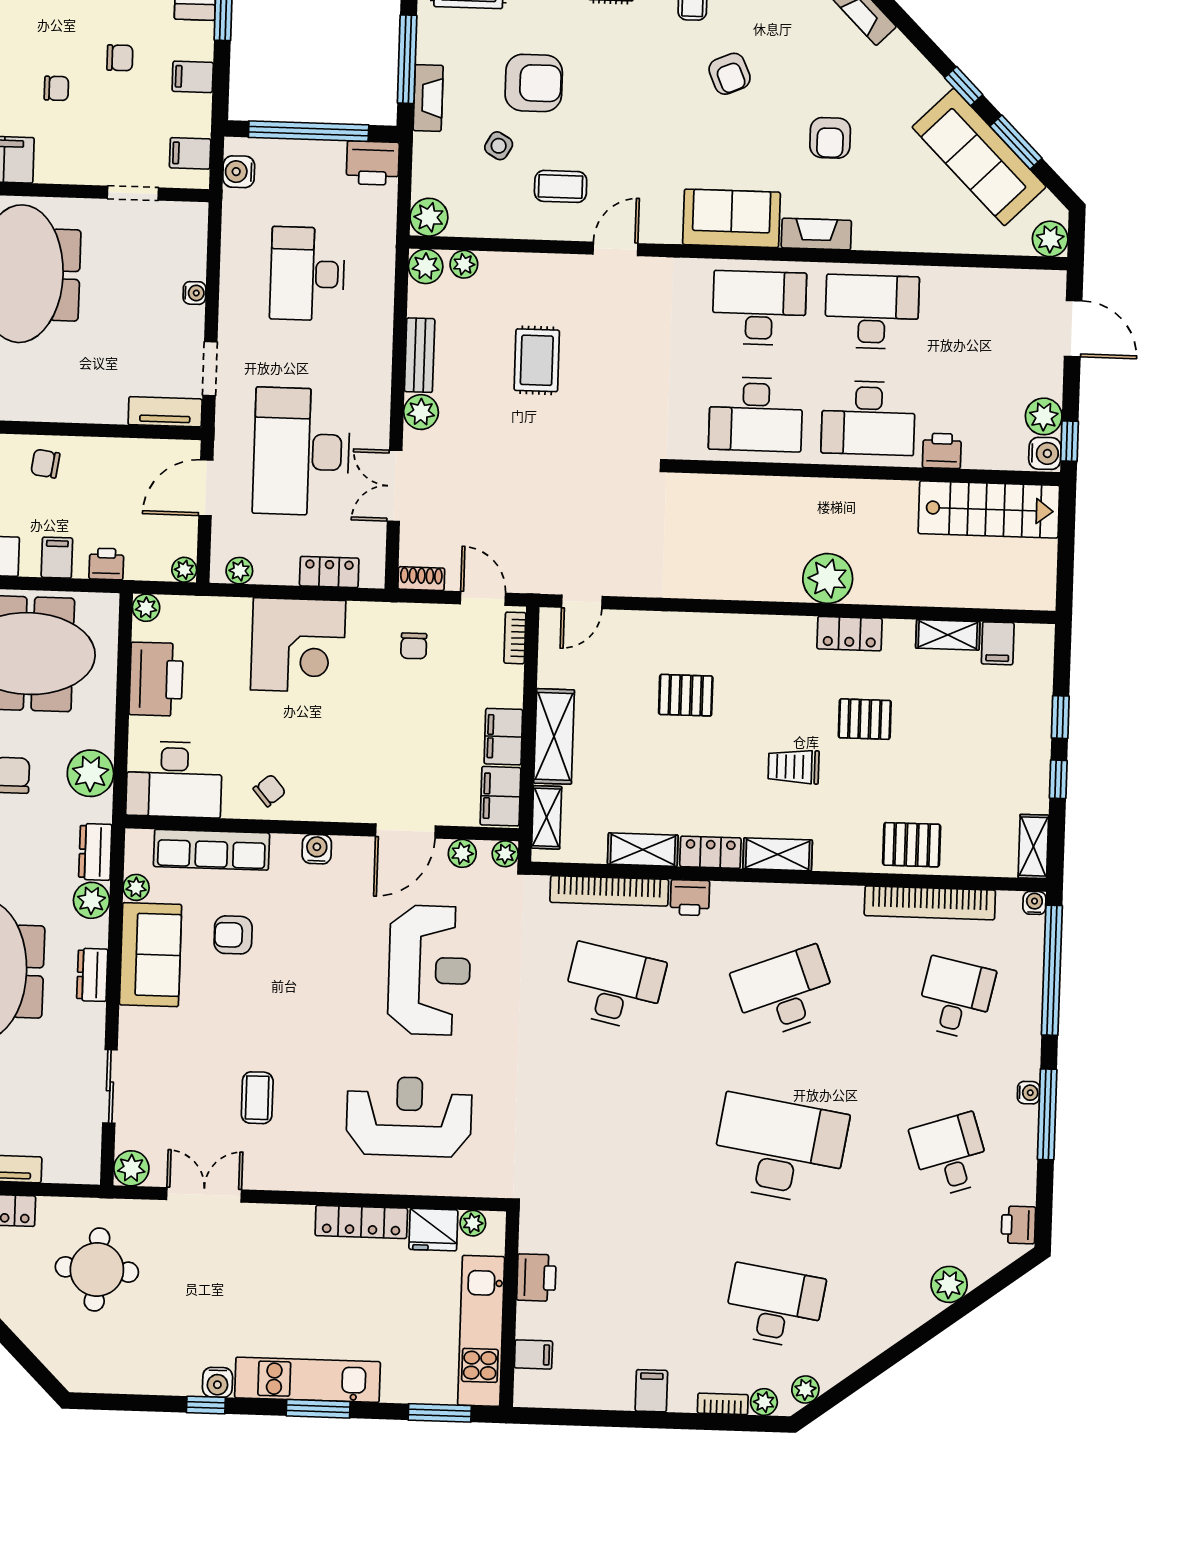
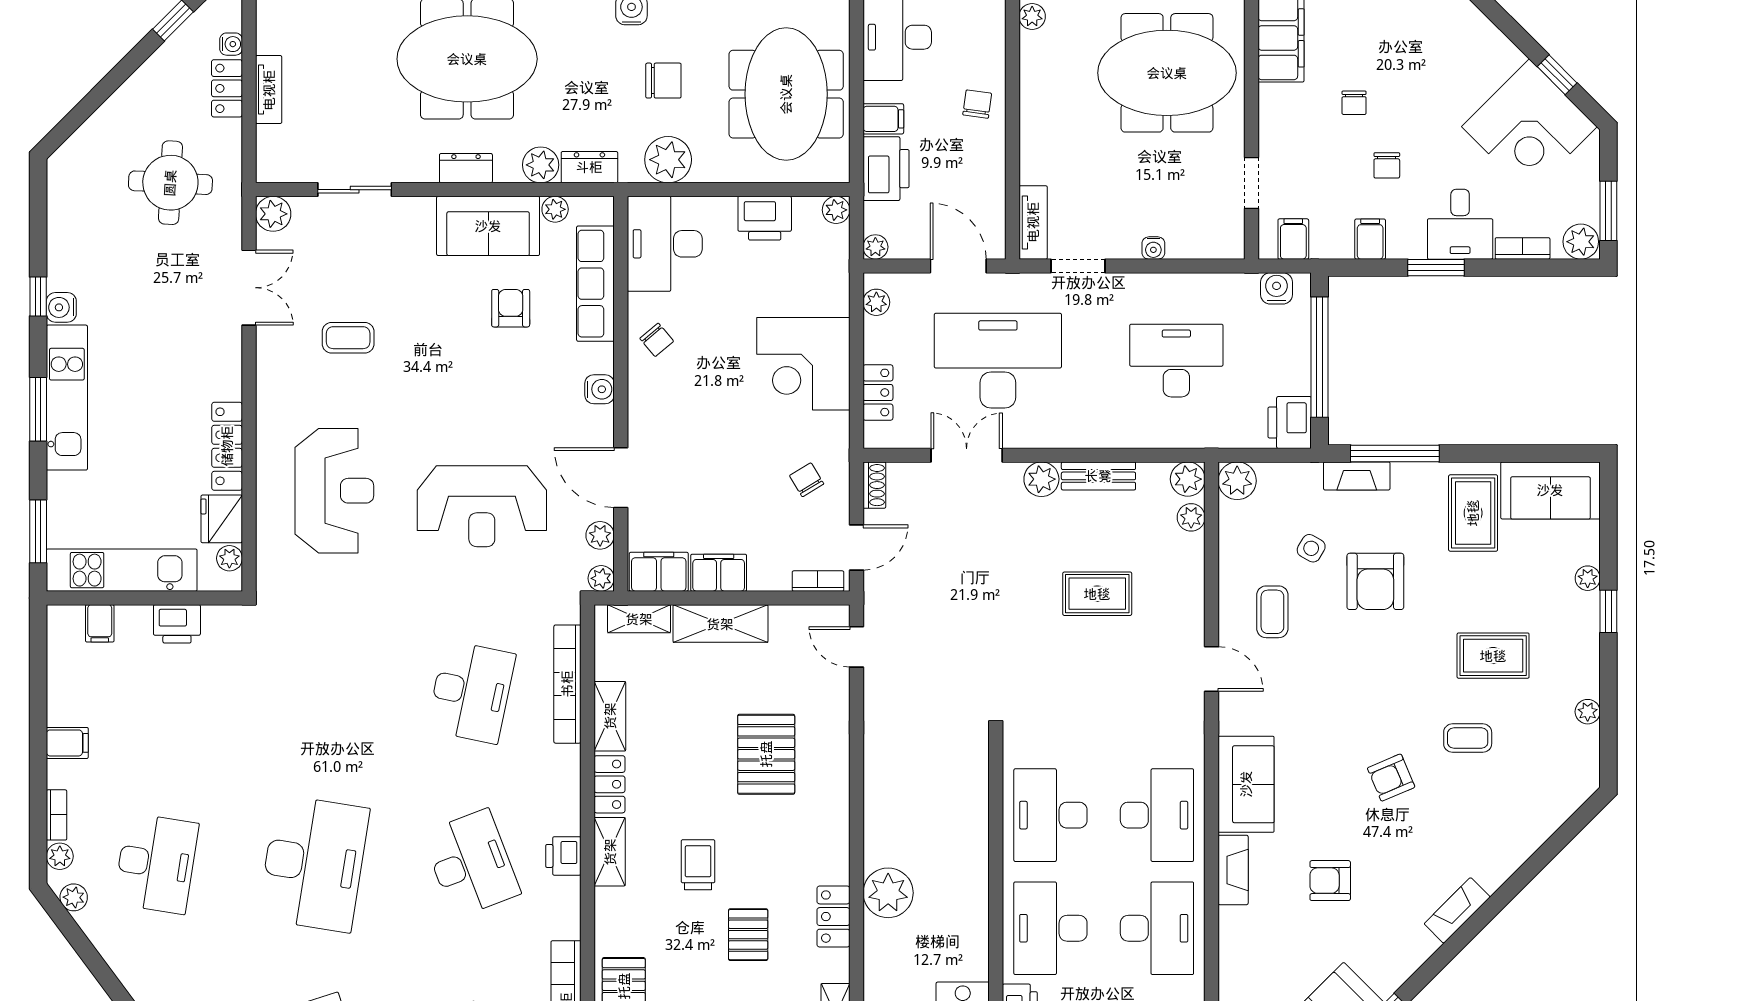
printer: (106, 564) -> (886, 169), width x1.87, depth x1.48
chair: (414, 646) -> (807, 480), turned 59
printer: (156, 679) -> (765, 218), width x0.73, depth x0.84
pallet: (686, 695) -> (766, 754), width x1.50, depth x1.42
printer: (690, 898) -> (563, 856), moved

